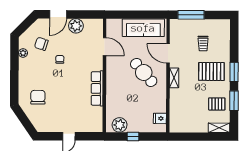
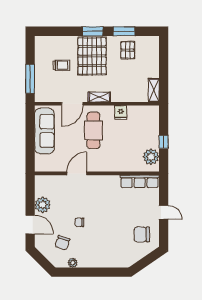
door: (105, 47) -> (77, 173), moved
pallet: (211, 71) -> (92, 56), width x1.37, depth x1.41
cafe table: (144, 72) -> (93, 130), turned -49
row of seats: (97, 88) -> (140, 181), moved
chair: (38, 97) -> (142, 234), moved
fridge: (160, 118) -> (121, 112), moved
shelving: (219, 128) -> (154, 90), moved

